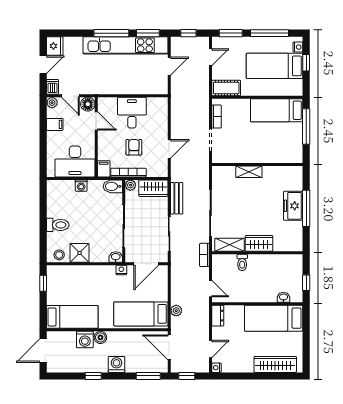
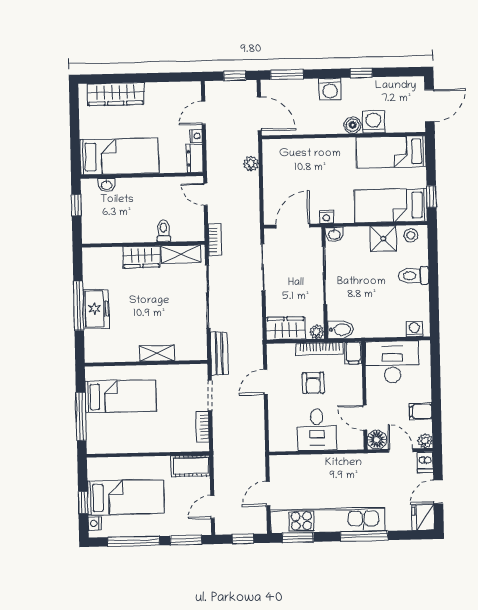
window: (111, 33) -> (364, 536), moved
bed: (277, 110) -> (121, 396), moved
washing machine: (81, 186) -> (414, 329), moved
bench: (177, 198) -> (219, 353), moved
bed: (141, 314) -> (391, 206), moved, turned 180
nightstand: (216, 368) -> (196, 136), moved

